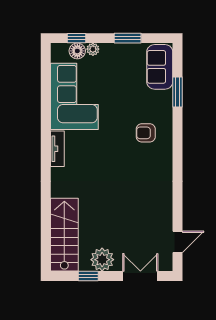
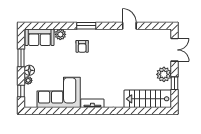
floor lamp: (77, 51) -> (29, 70), moved
window: (178, 92) -> (86, 26), moved
plant: (164, 99) -> (60, 34), added
door: (178, 242) -> (129, 26), moved
double door: (140, 276) -> (174, 50), swing flipped

